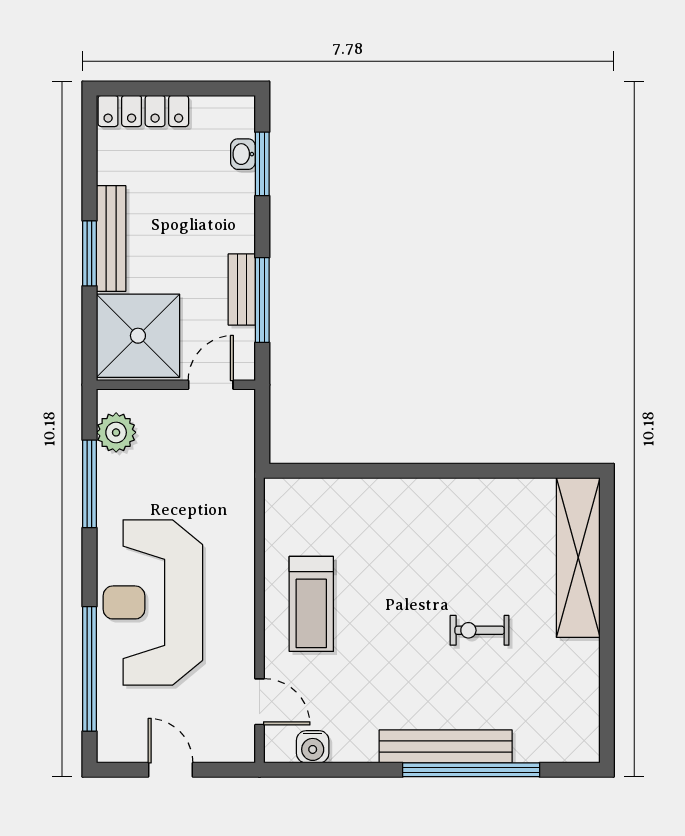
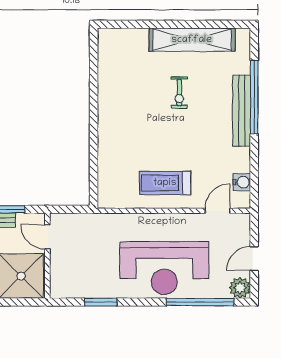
plant: (116, 432) -> (240, 288), moved
window: (89, 484) -> (101, 302), width x0.69
shelving: (578, 558) -> (192, 40), moved
treadmill: (311, 604) -> (165, 183), turned 180

